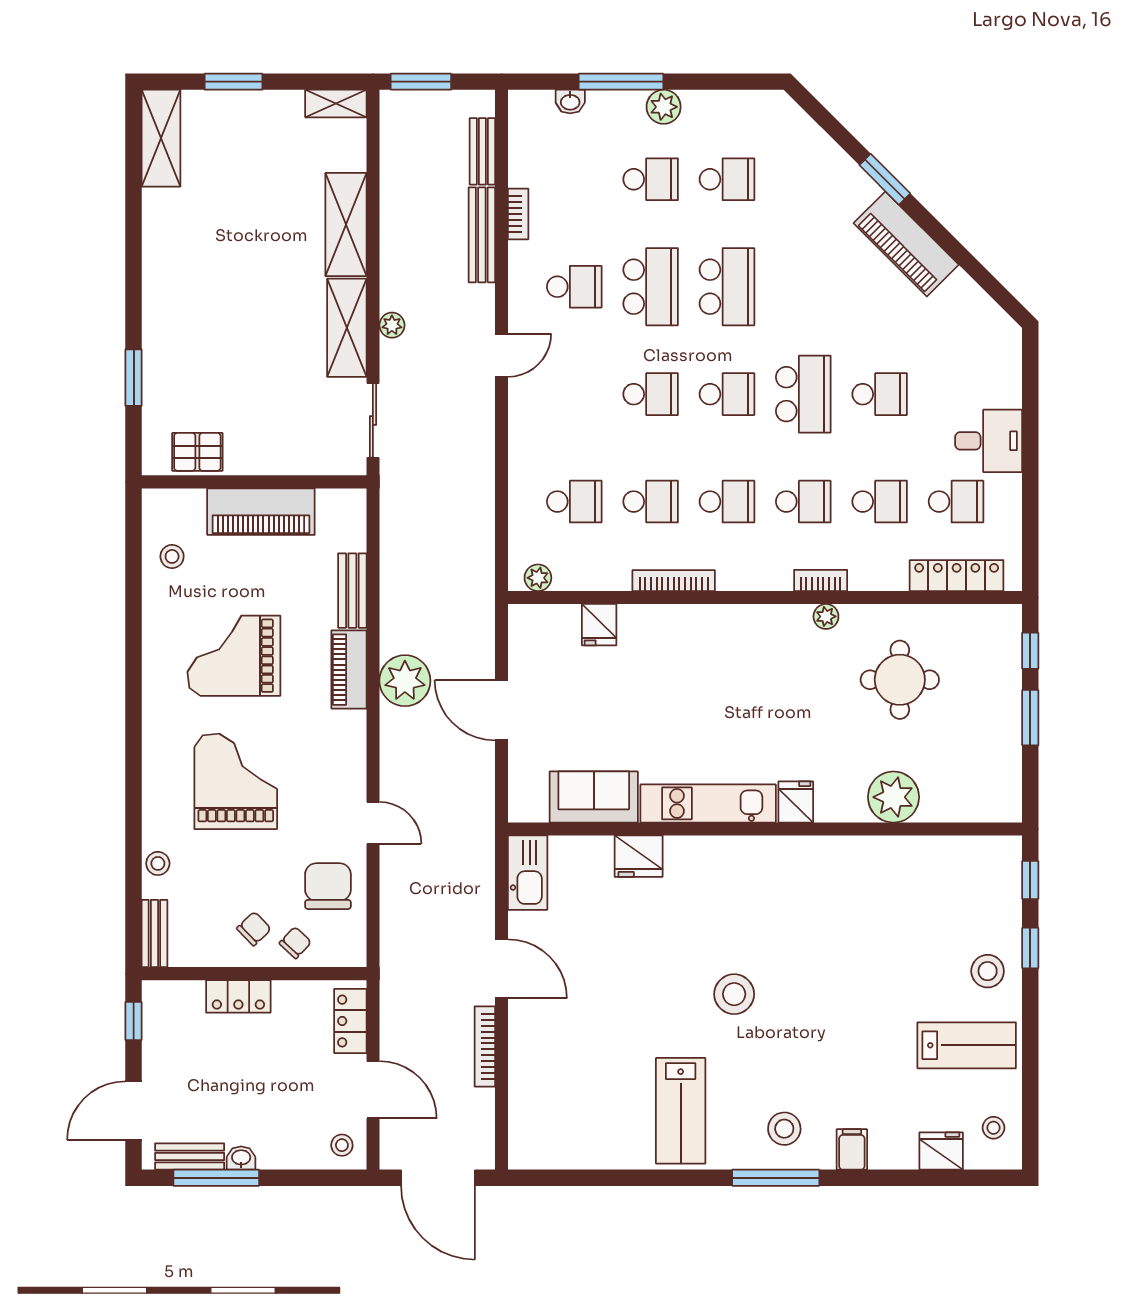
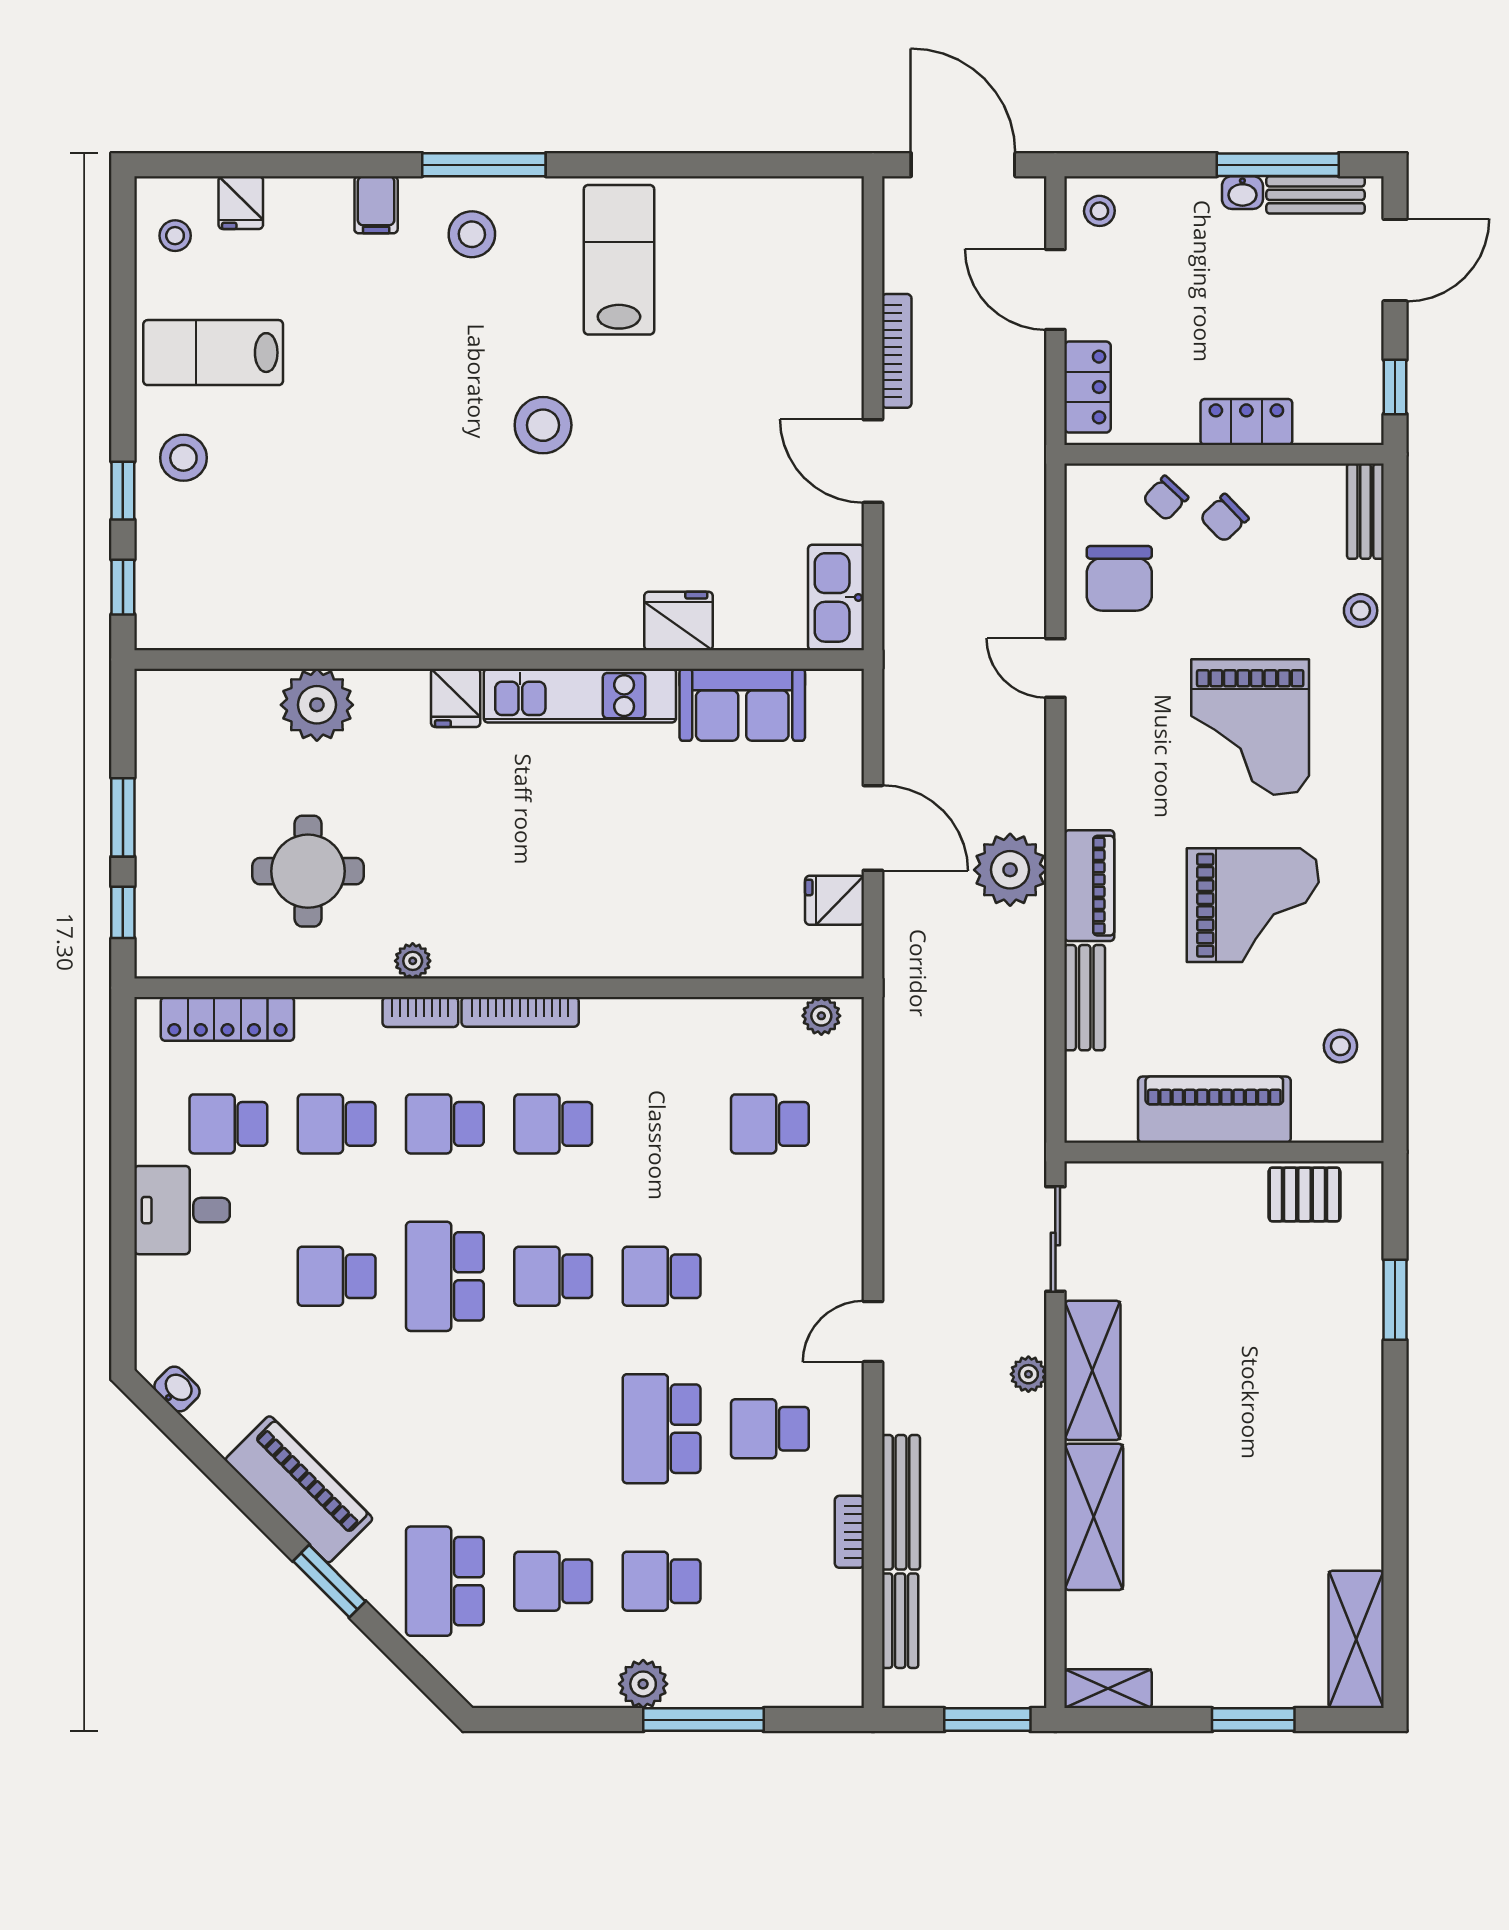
washbasin: (570, 102) -> (177, 1389), moved, turned 45
school desk: (727, 287) -> (445, 1581), moved
school desk: (651, 502) -> (662, 1124), removed
bookcase: (674, 581) -> (520, 1012), moved
fridge: (599, 625) -> (835, 900), moved, turned -90
fridge: (941, 1151) -> (241, 203), width x0.72

